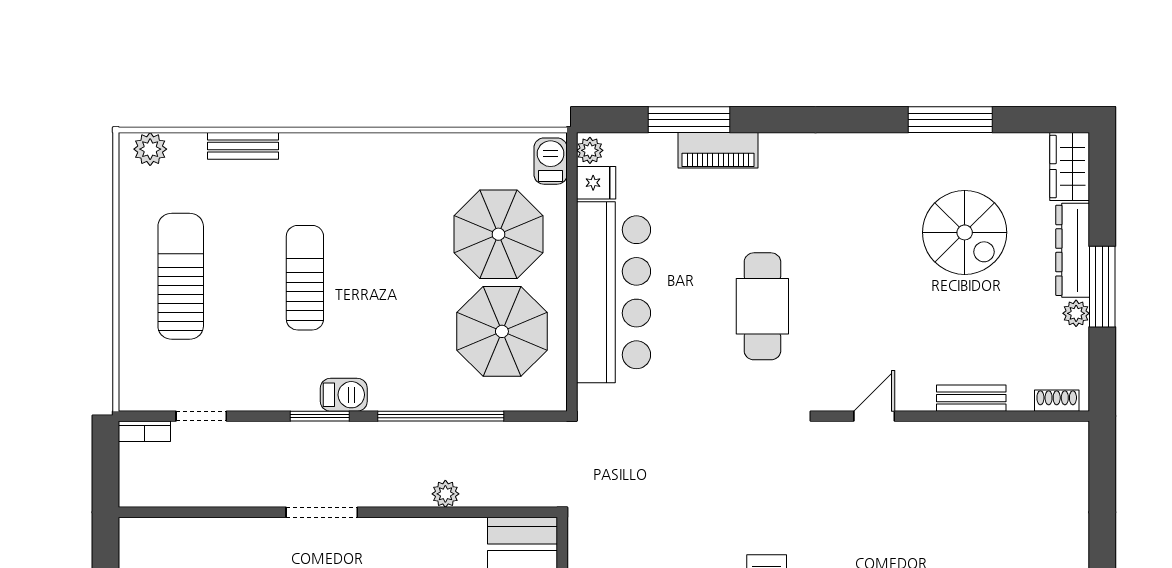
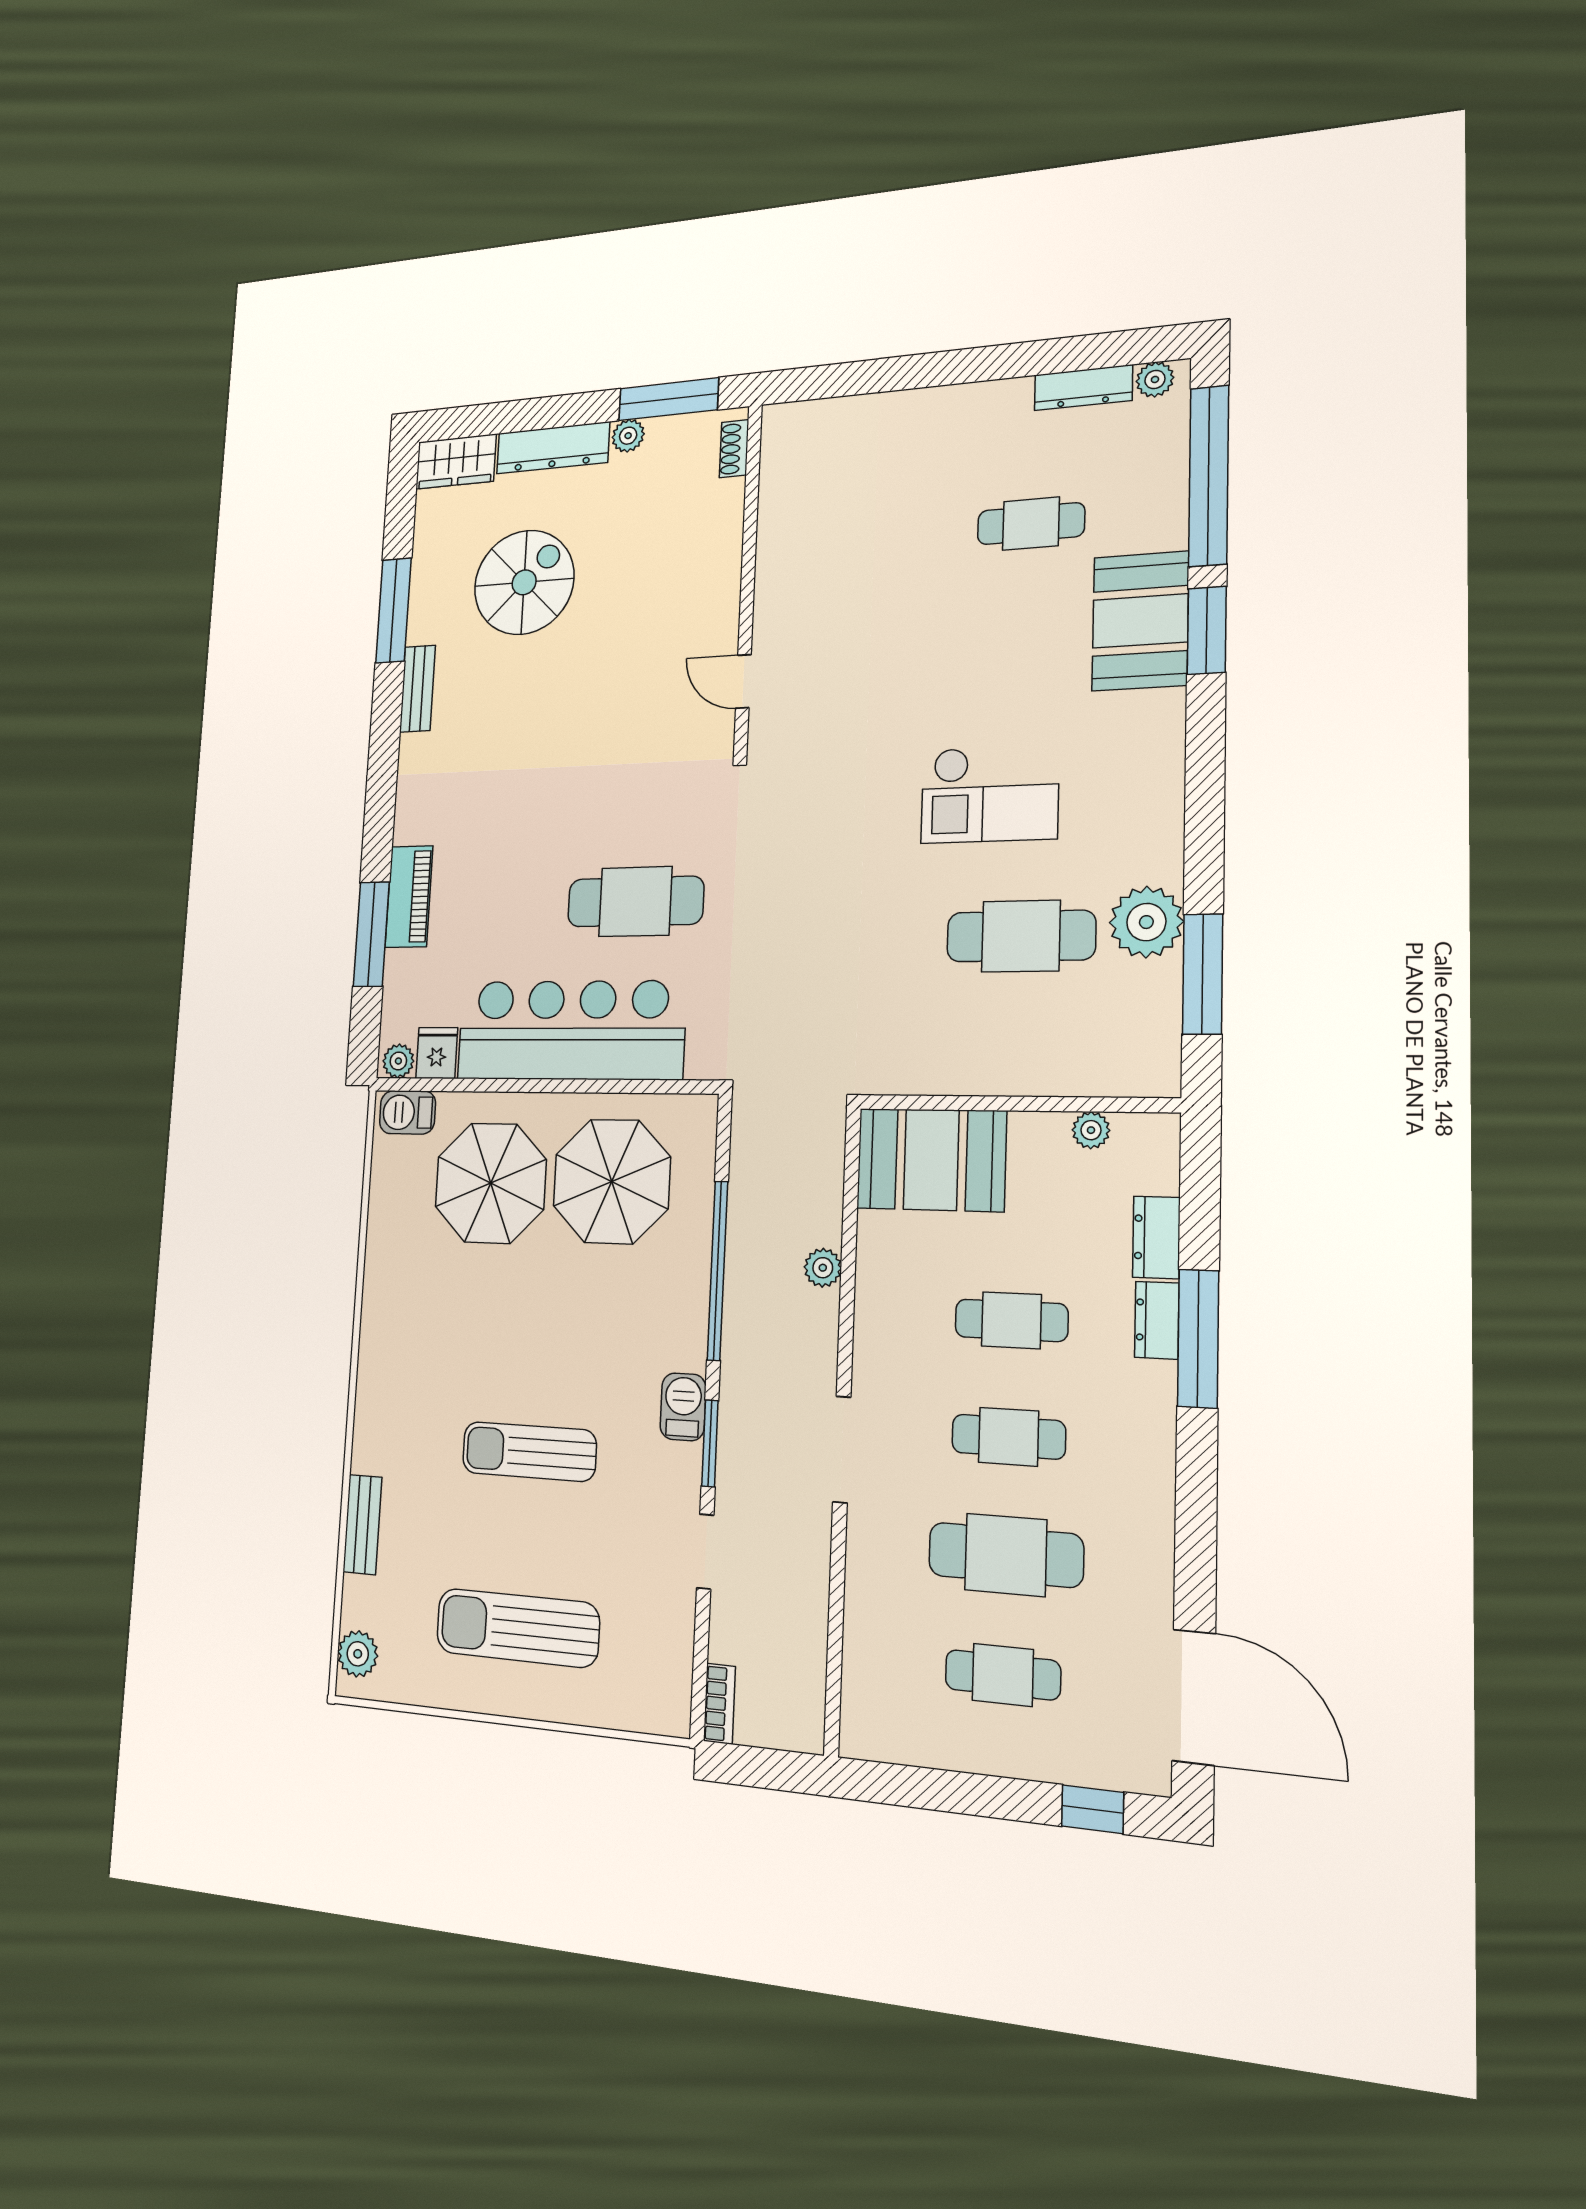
window: (1102, 287) -> (668, 399), moved
cafe table: (762, 306) -> (635, 902), moved
bench: (971, 398) -> (417, 689), moved
doorway: (201, 416) -> (705, 1552), moved

